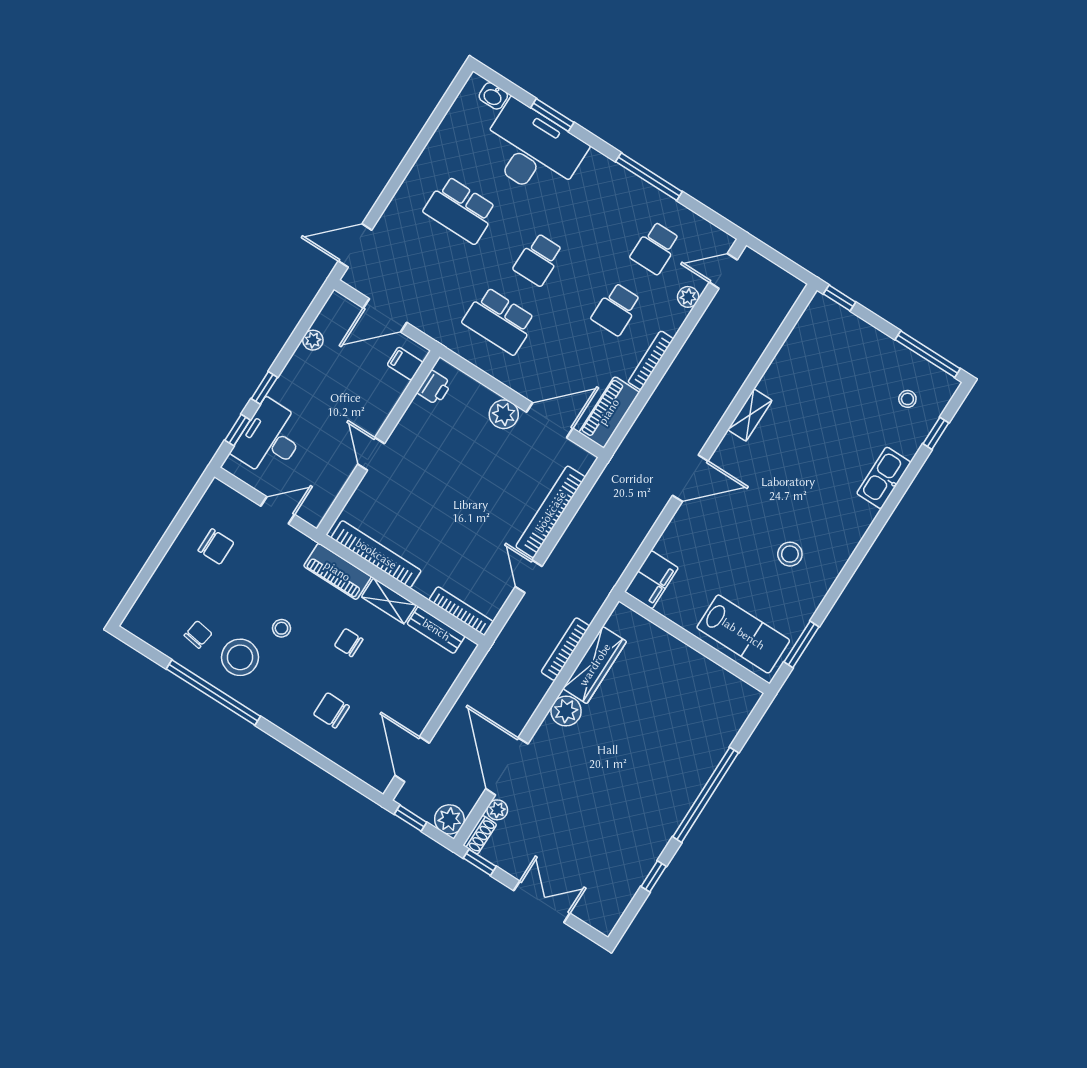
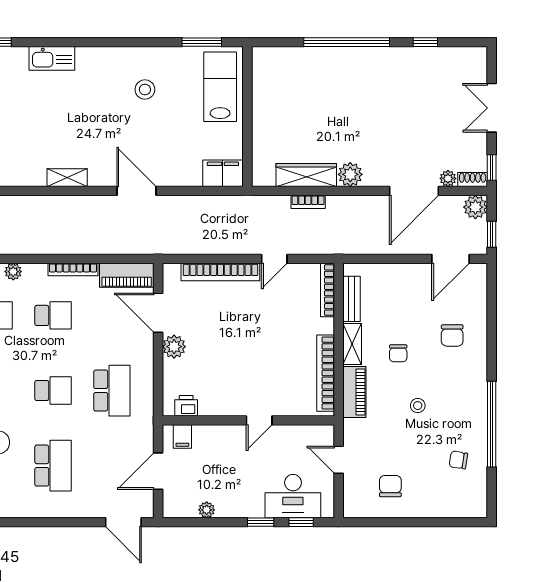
door: (385, 315) -> (158, 471), swing flipped
bookcase: (565, 649) -> (308, 202), width x0.64
stool: (240, 657) -> (456, 421), removed

